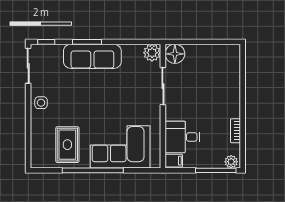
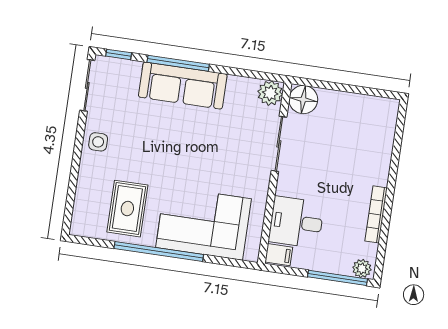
window: (87, 42) -> (178, 63), width x1.44
bookcase: (235, 131) -> (376, 214), width x1.56

